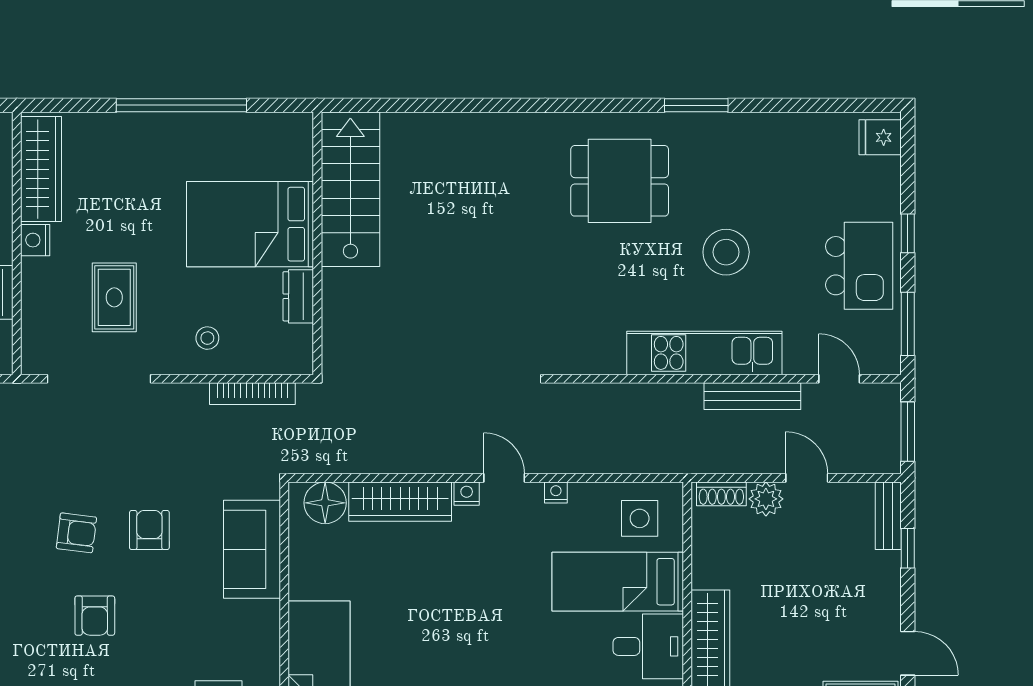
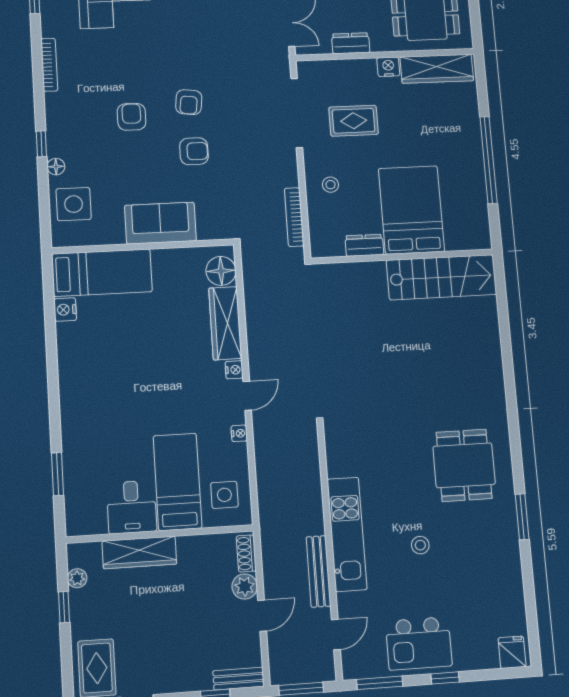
stool: (726, 252) -> (420, 545), width x0.53, depth x0.53
sofa: (252, 549) -> (160, 223), moved
armchair: (95, 616) -> (132, 117), turned 90

